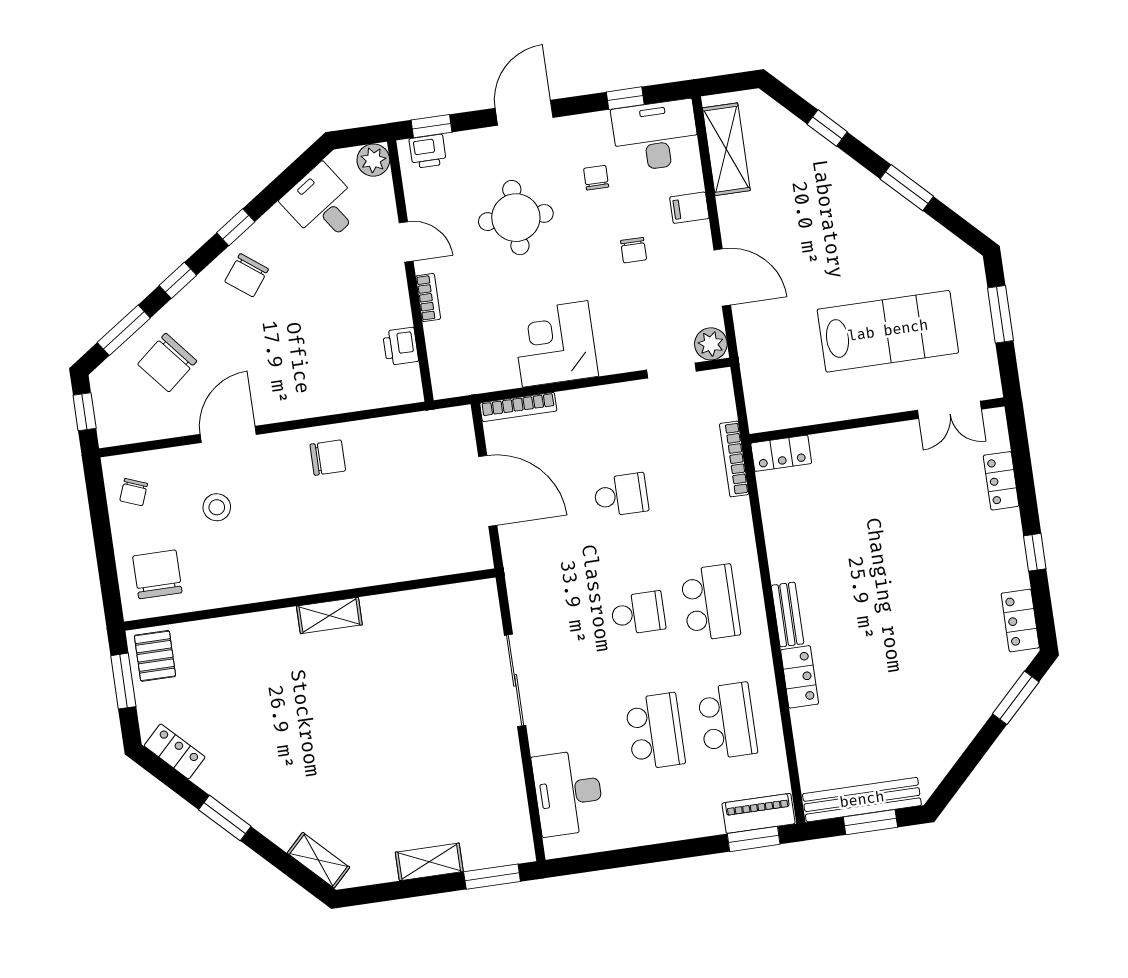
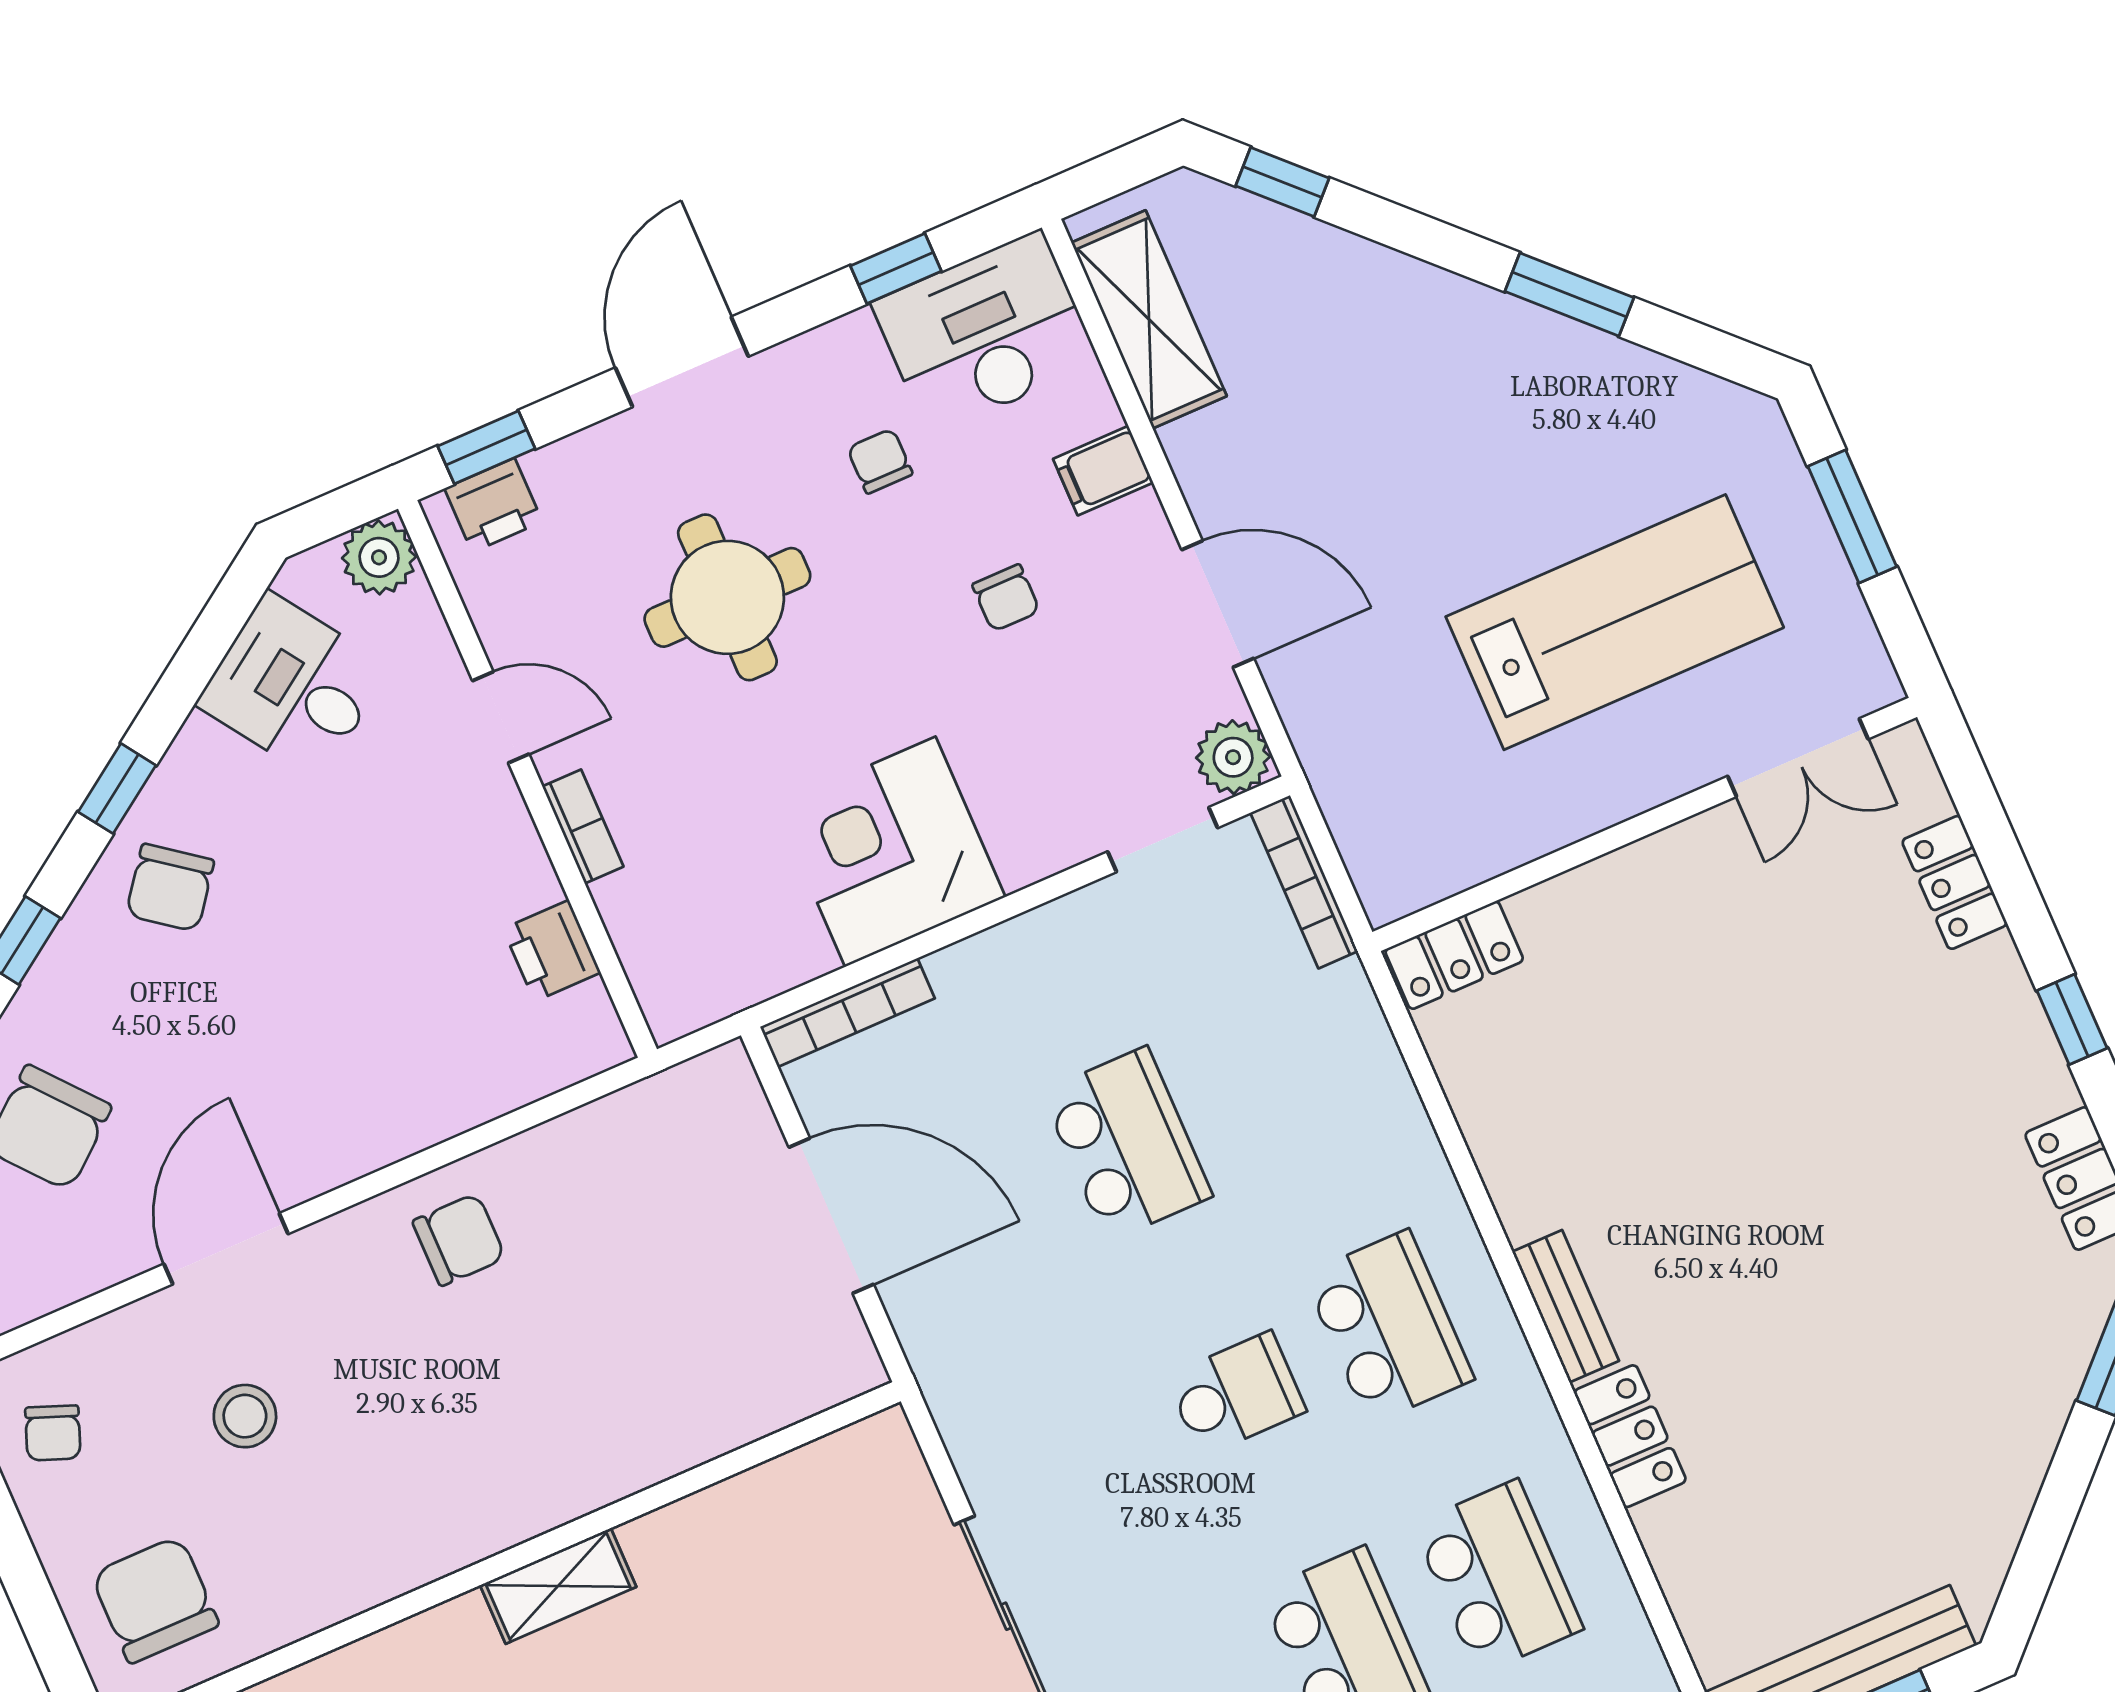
window: (827, 128) -> (1282, 182), moved
bookcase: (734, 459) -> (1304, 882), moved
school desk: (621, 495) -> (1127, 1144), width x1.85

